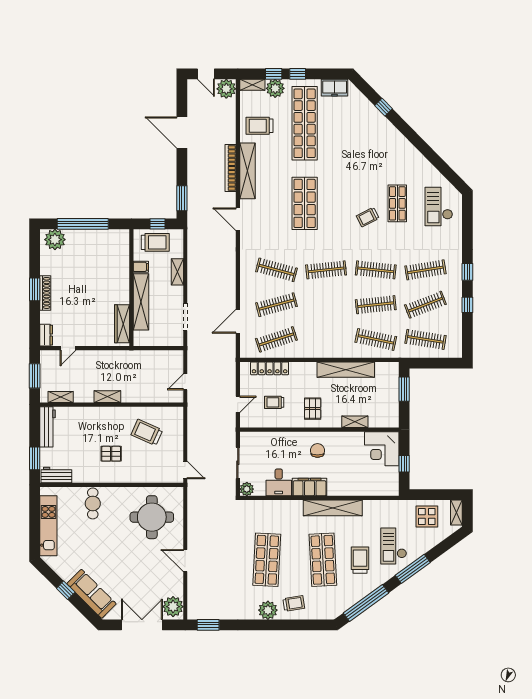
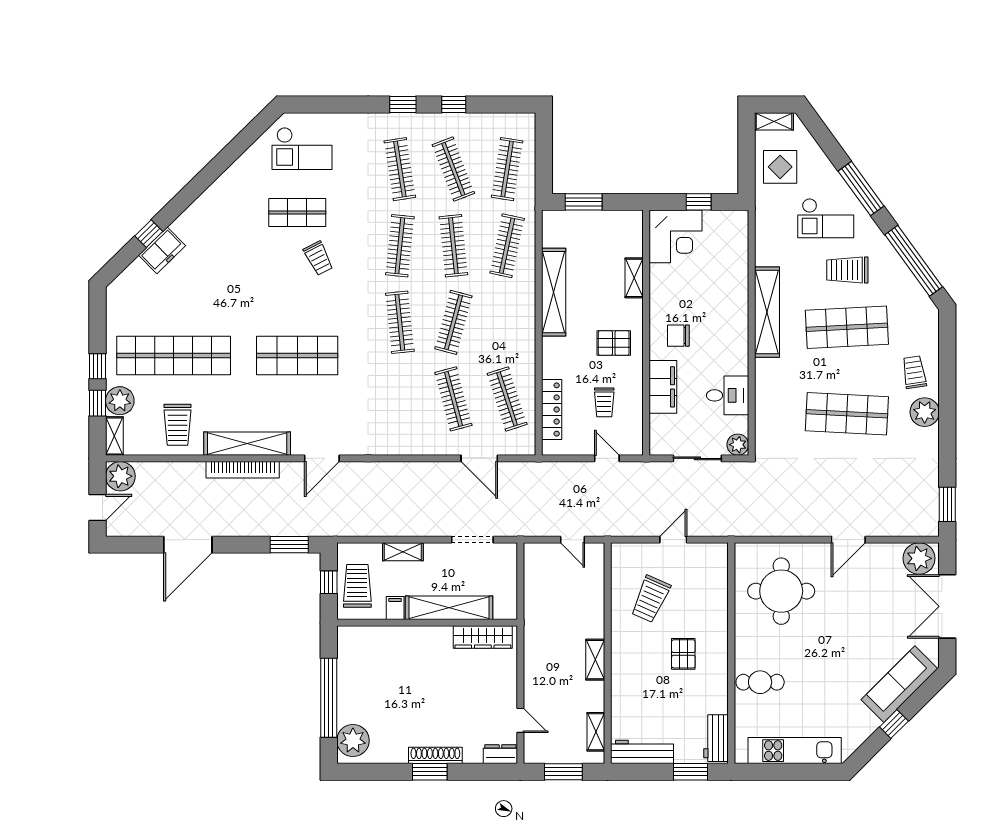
freezer: (335, 88) -> (162, 250), moved, turned 46
clothes rail: (276, 270) -> (453, 322), moved
door: (185, 470) -> (673, 540), moved
filing cabinet: (310, 487) -> (663, 387), moved, turned 180

